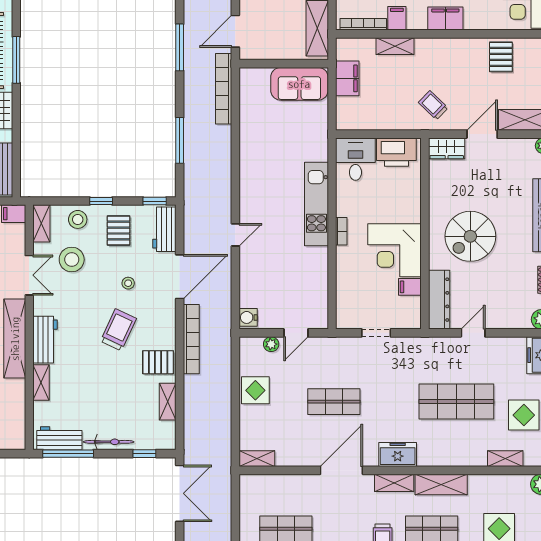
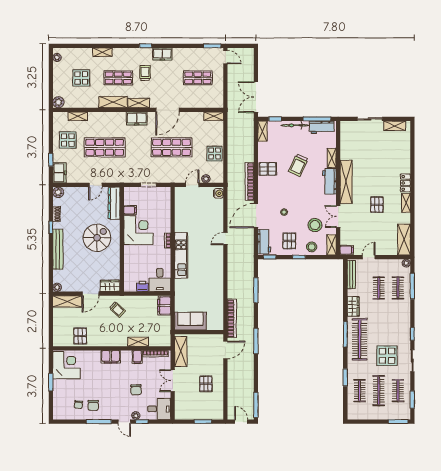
filing cabinet: (347, 78) -> (164, 306), moved
printer: (396, 152) -> (142, 286), width x0.53, depth x0.68
trolley: (118, 330) -> (298, 165), moved
shelving: (168, 402) -> (262, 131), moved
shop shelf: (334, 402) -> (172, 147), width x1.43, depth x1.36

